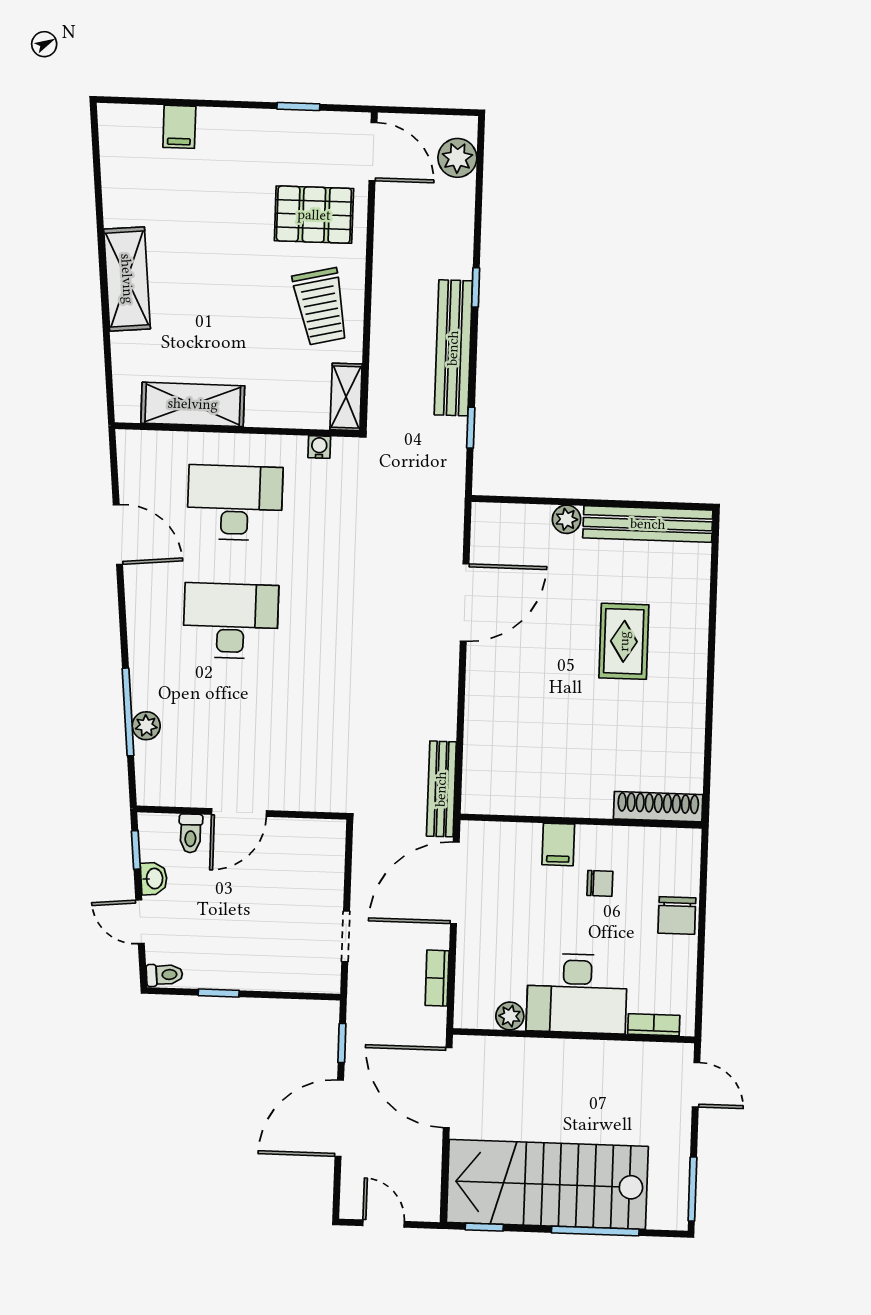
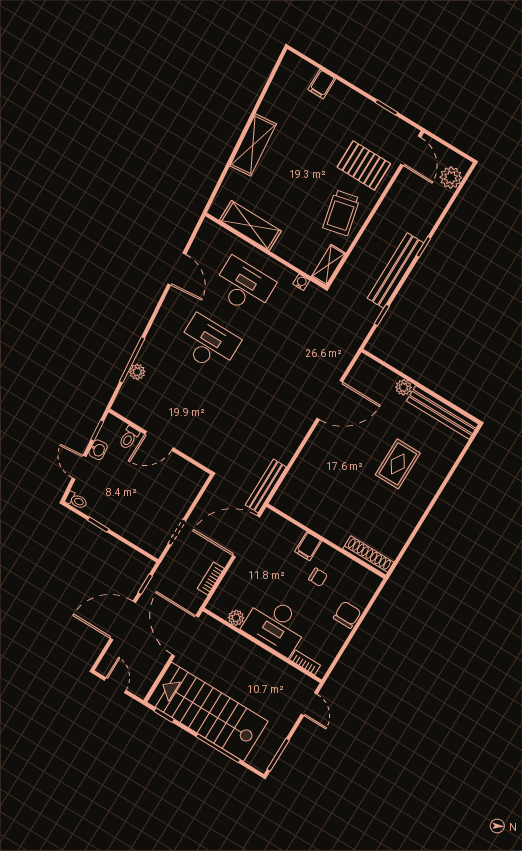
chair: (677, 915) -> (347, 615), turned 180

